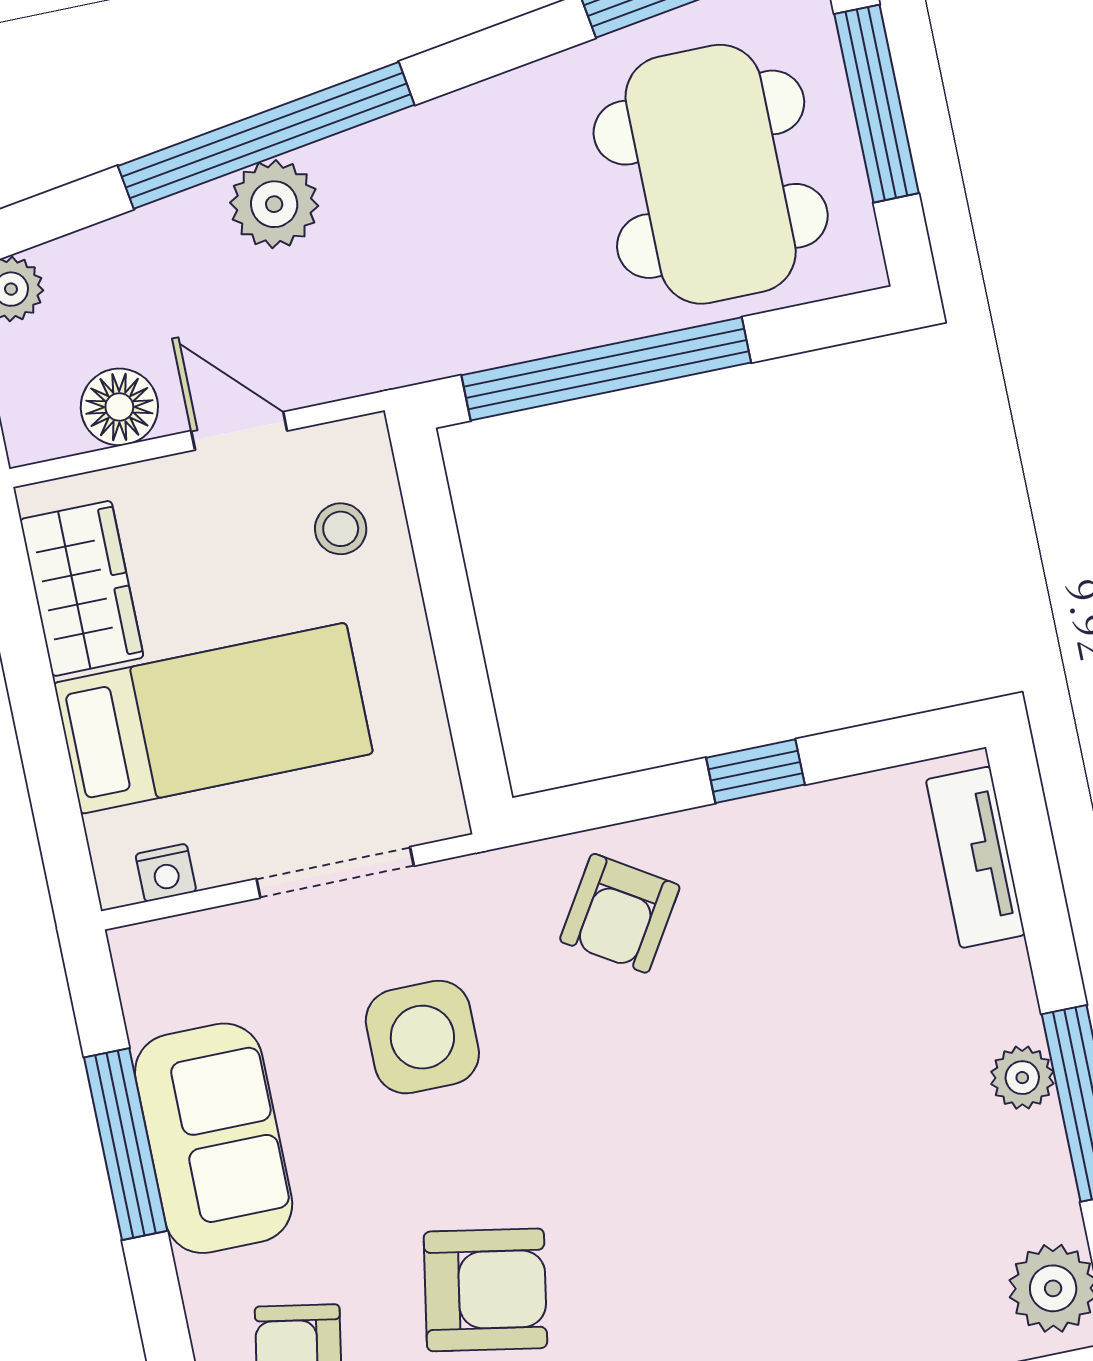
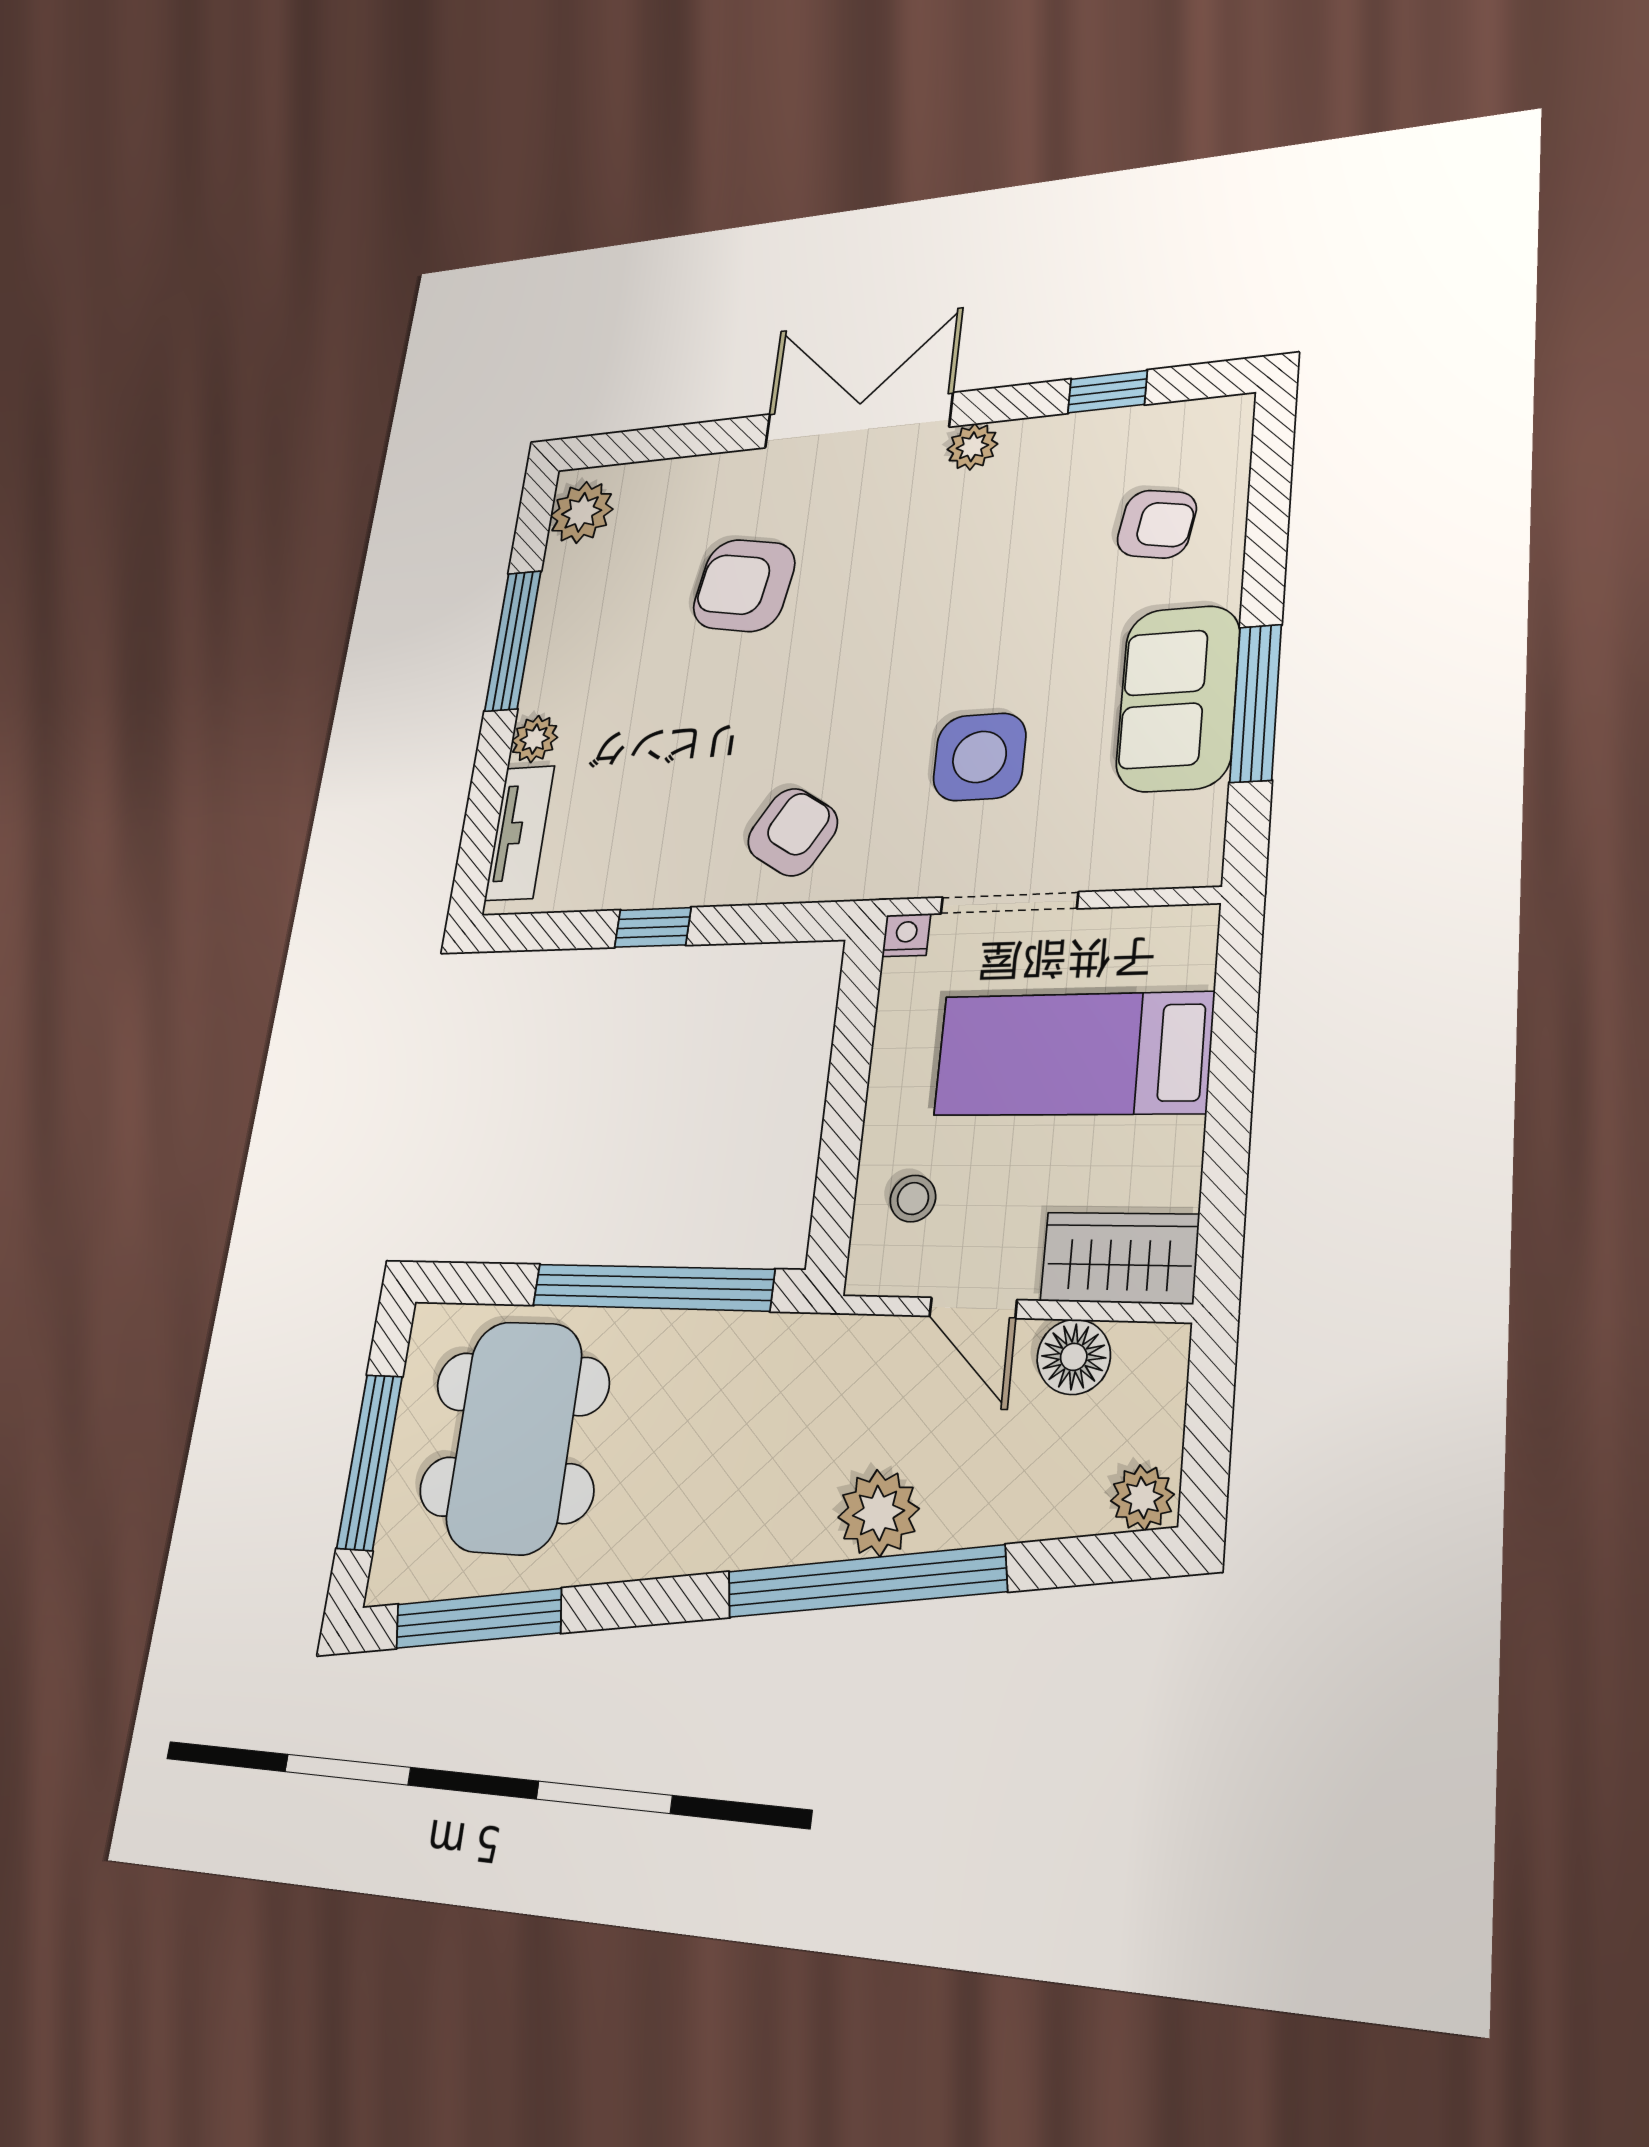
wardrobe: (82, 588) -> (1120, 1258), moved, turned 90
nightstand: (166, 873) -> (906, 935), moved
plant: (1022, 1078) -> (535, 739), moved
armchair: (485, 1290) -> (744, 585), moved

